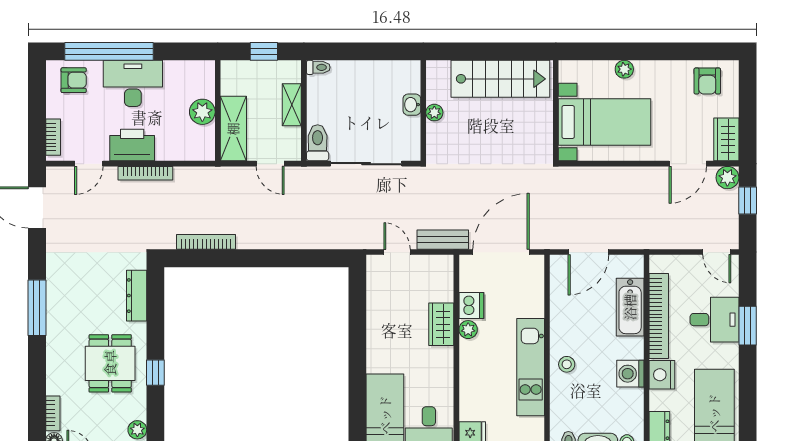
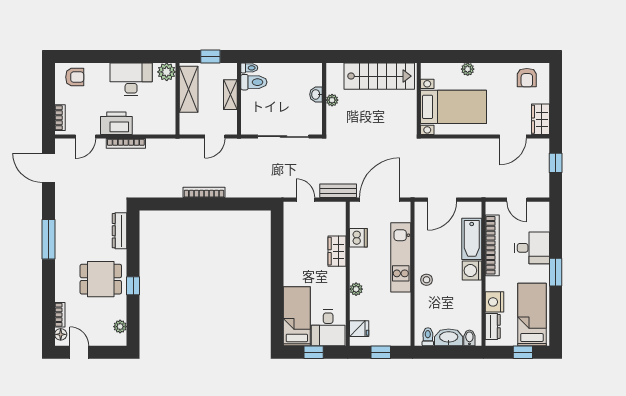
window: (109, 51) -> (100, 56), removed
desk: (133, 83) -> (131, 79), moved
plant: (202, 112) -> (167, 72), moved
shelving: (233, 129) -> (189, 89), moved
toilet: (318, 143) -> (254, 82), moved, turned 90
door: (270, 164) -> (215, 137), hinge flipped
plant: (727, 178) -> (541, 147), removed
bookcase: (206, 242) -> (204, 192), moved
door: (717, 252) -> (517, 200), moved
window: (748, 326) -> (556, 272), moved
plant: (468, 330) -> (356, 289), moved
dining table: (110, 363) -> (101, 279), turned 90
kitchen unit: (531, 367) -> (401, 257), moved
washing machine: (630, 374) -> (472, 271), moved
nightstand: (662, 375) -> (494, 302), moved

